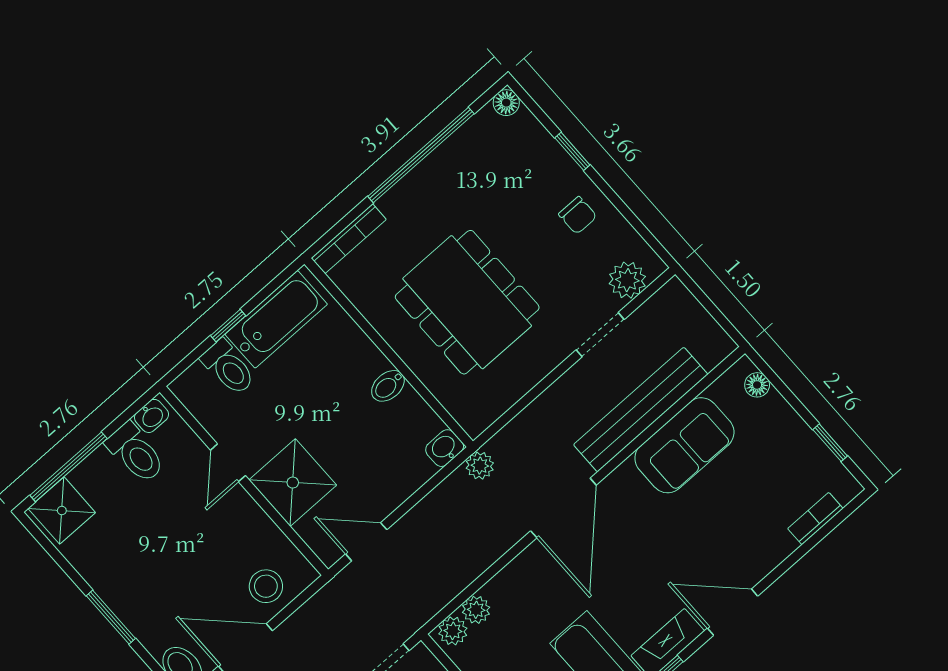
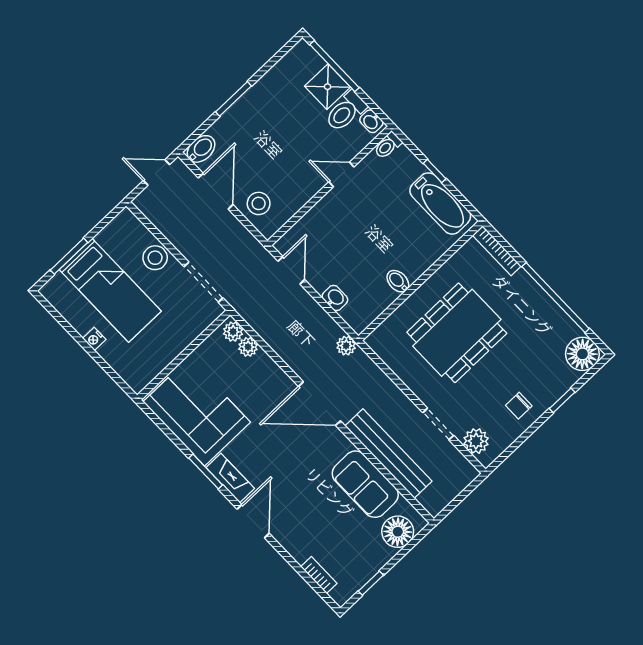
floor lamp: (506, 103) -> (582, 354), width x1.89, depth x1.89
toilet: (228, 367) -> (388, 145), moved, width x0.73, depth x0.72
floor lamp: (757, 385) -> (398, 532), width x1.89, depth x1.89
washbasin: (445, 448) -> (335, 298), moved
shower: (293, 483) -> (330, 219), removed
shower: (62, 511) -> (327, 87), moved

